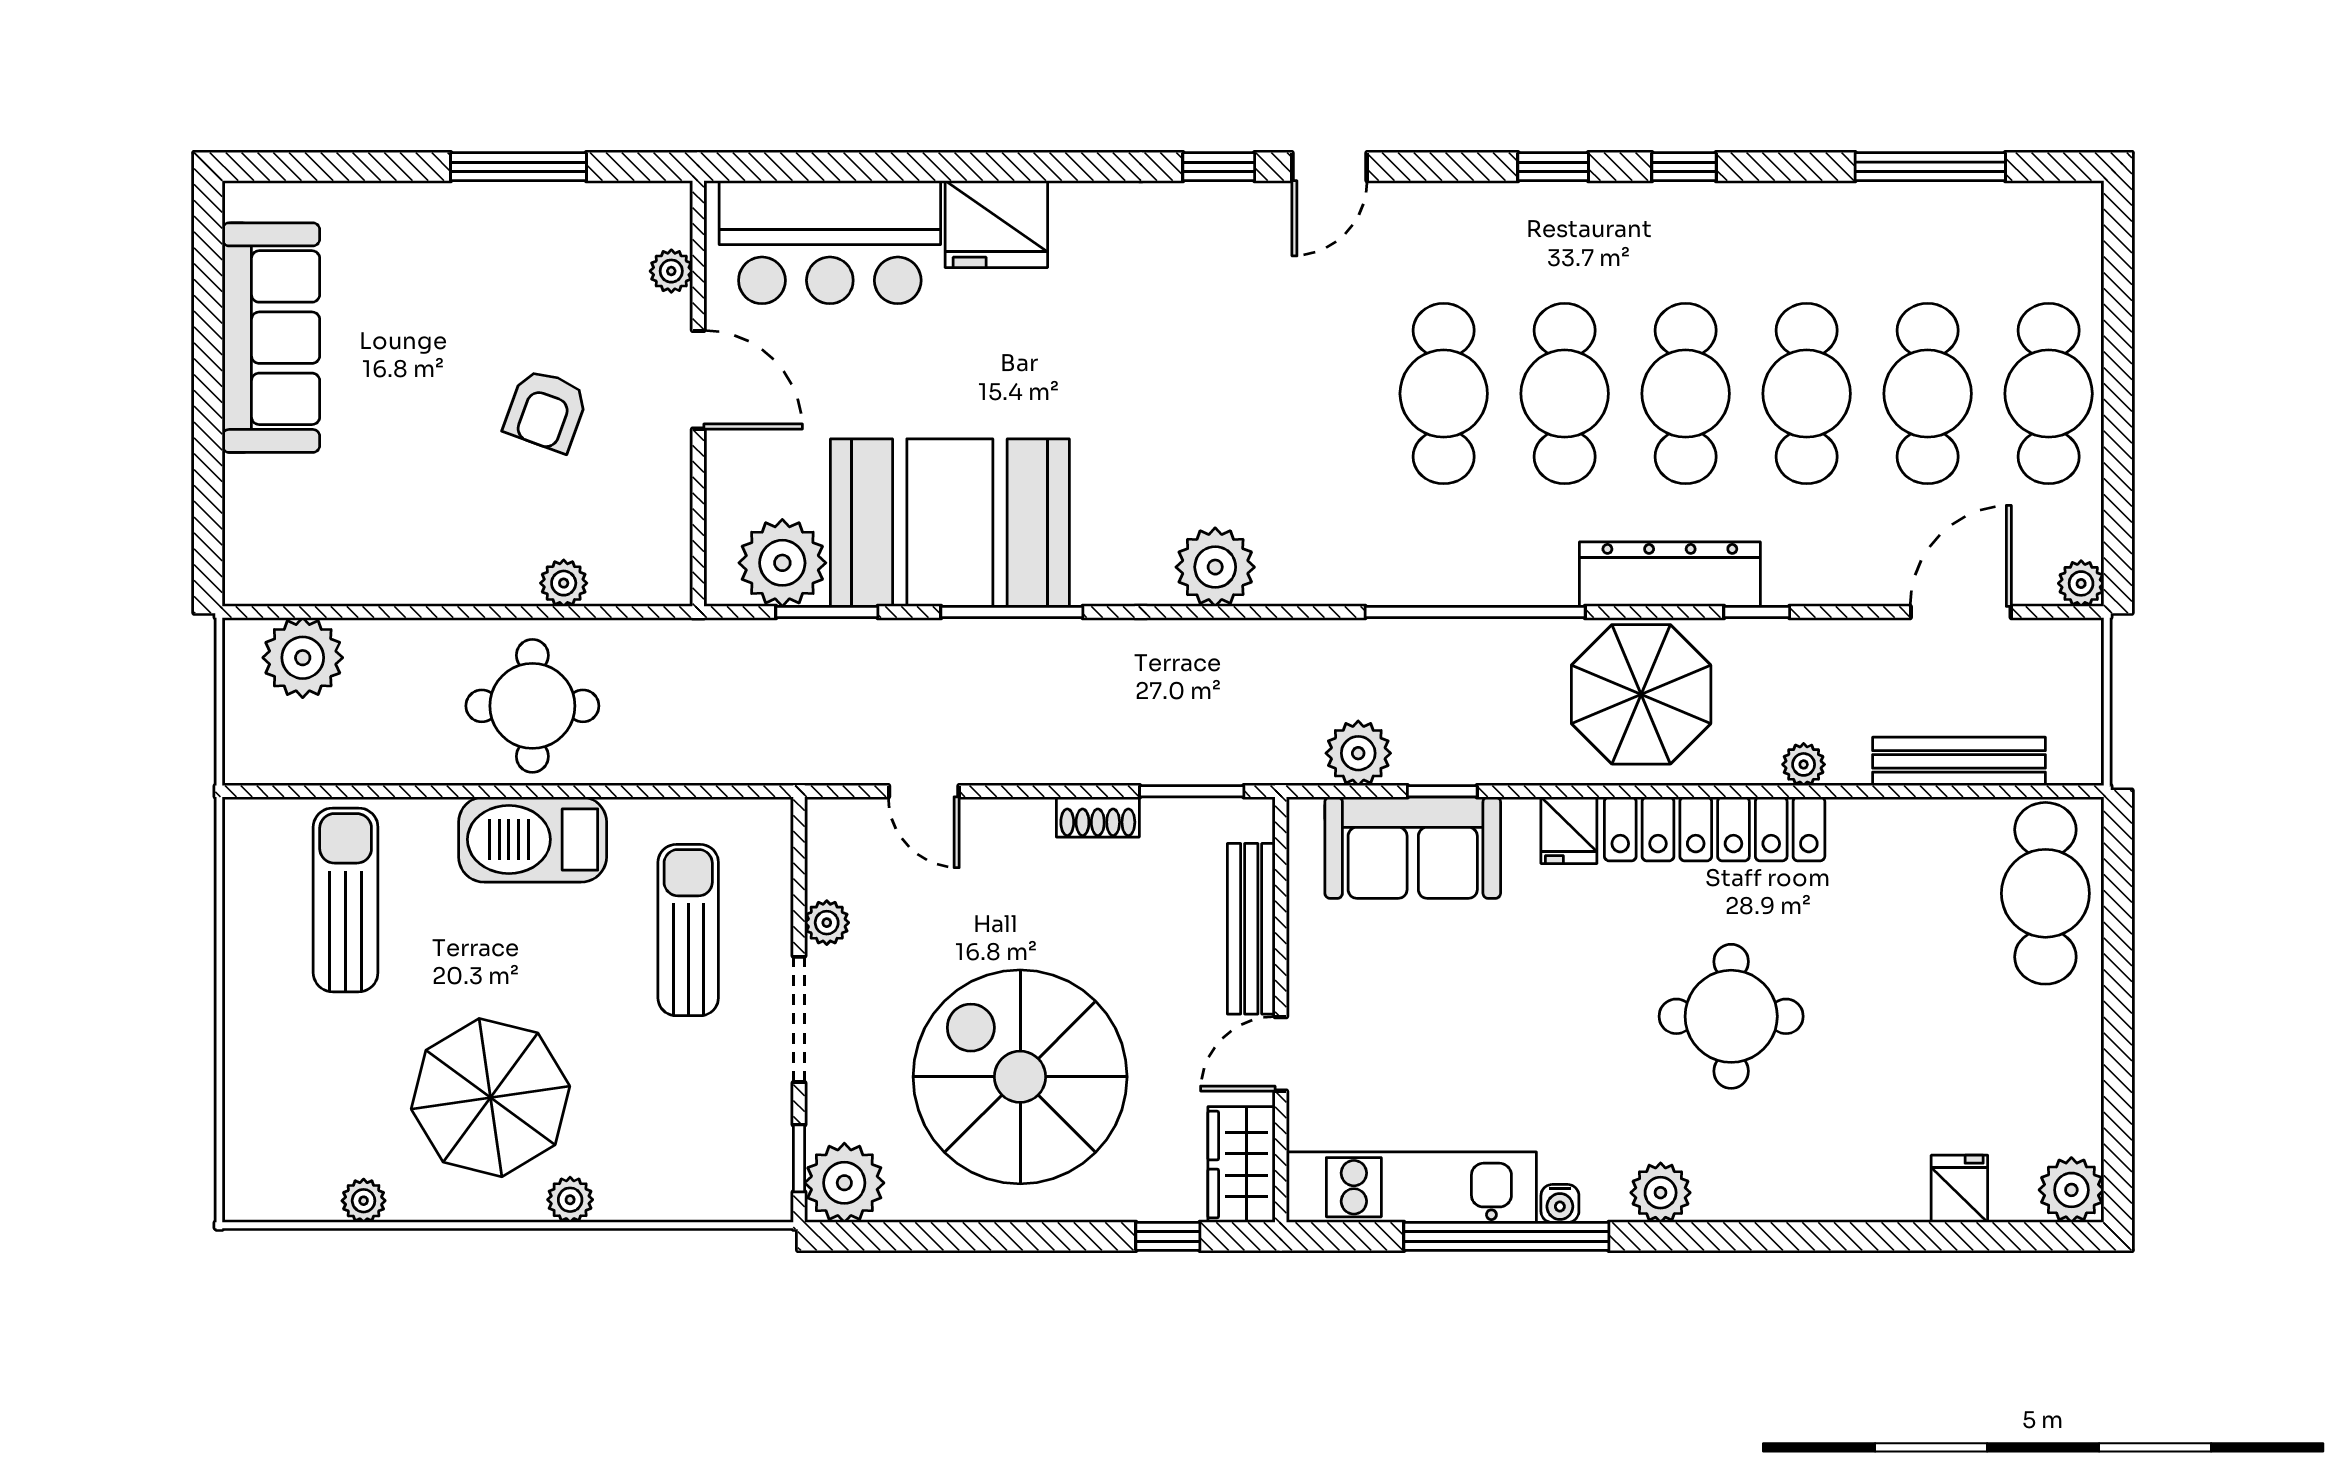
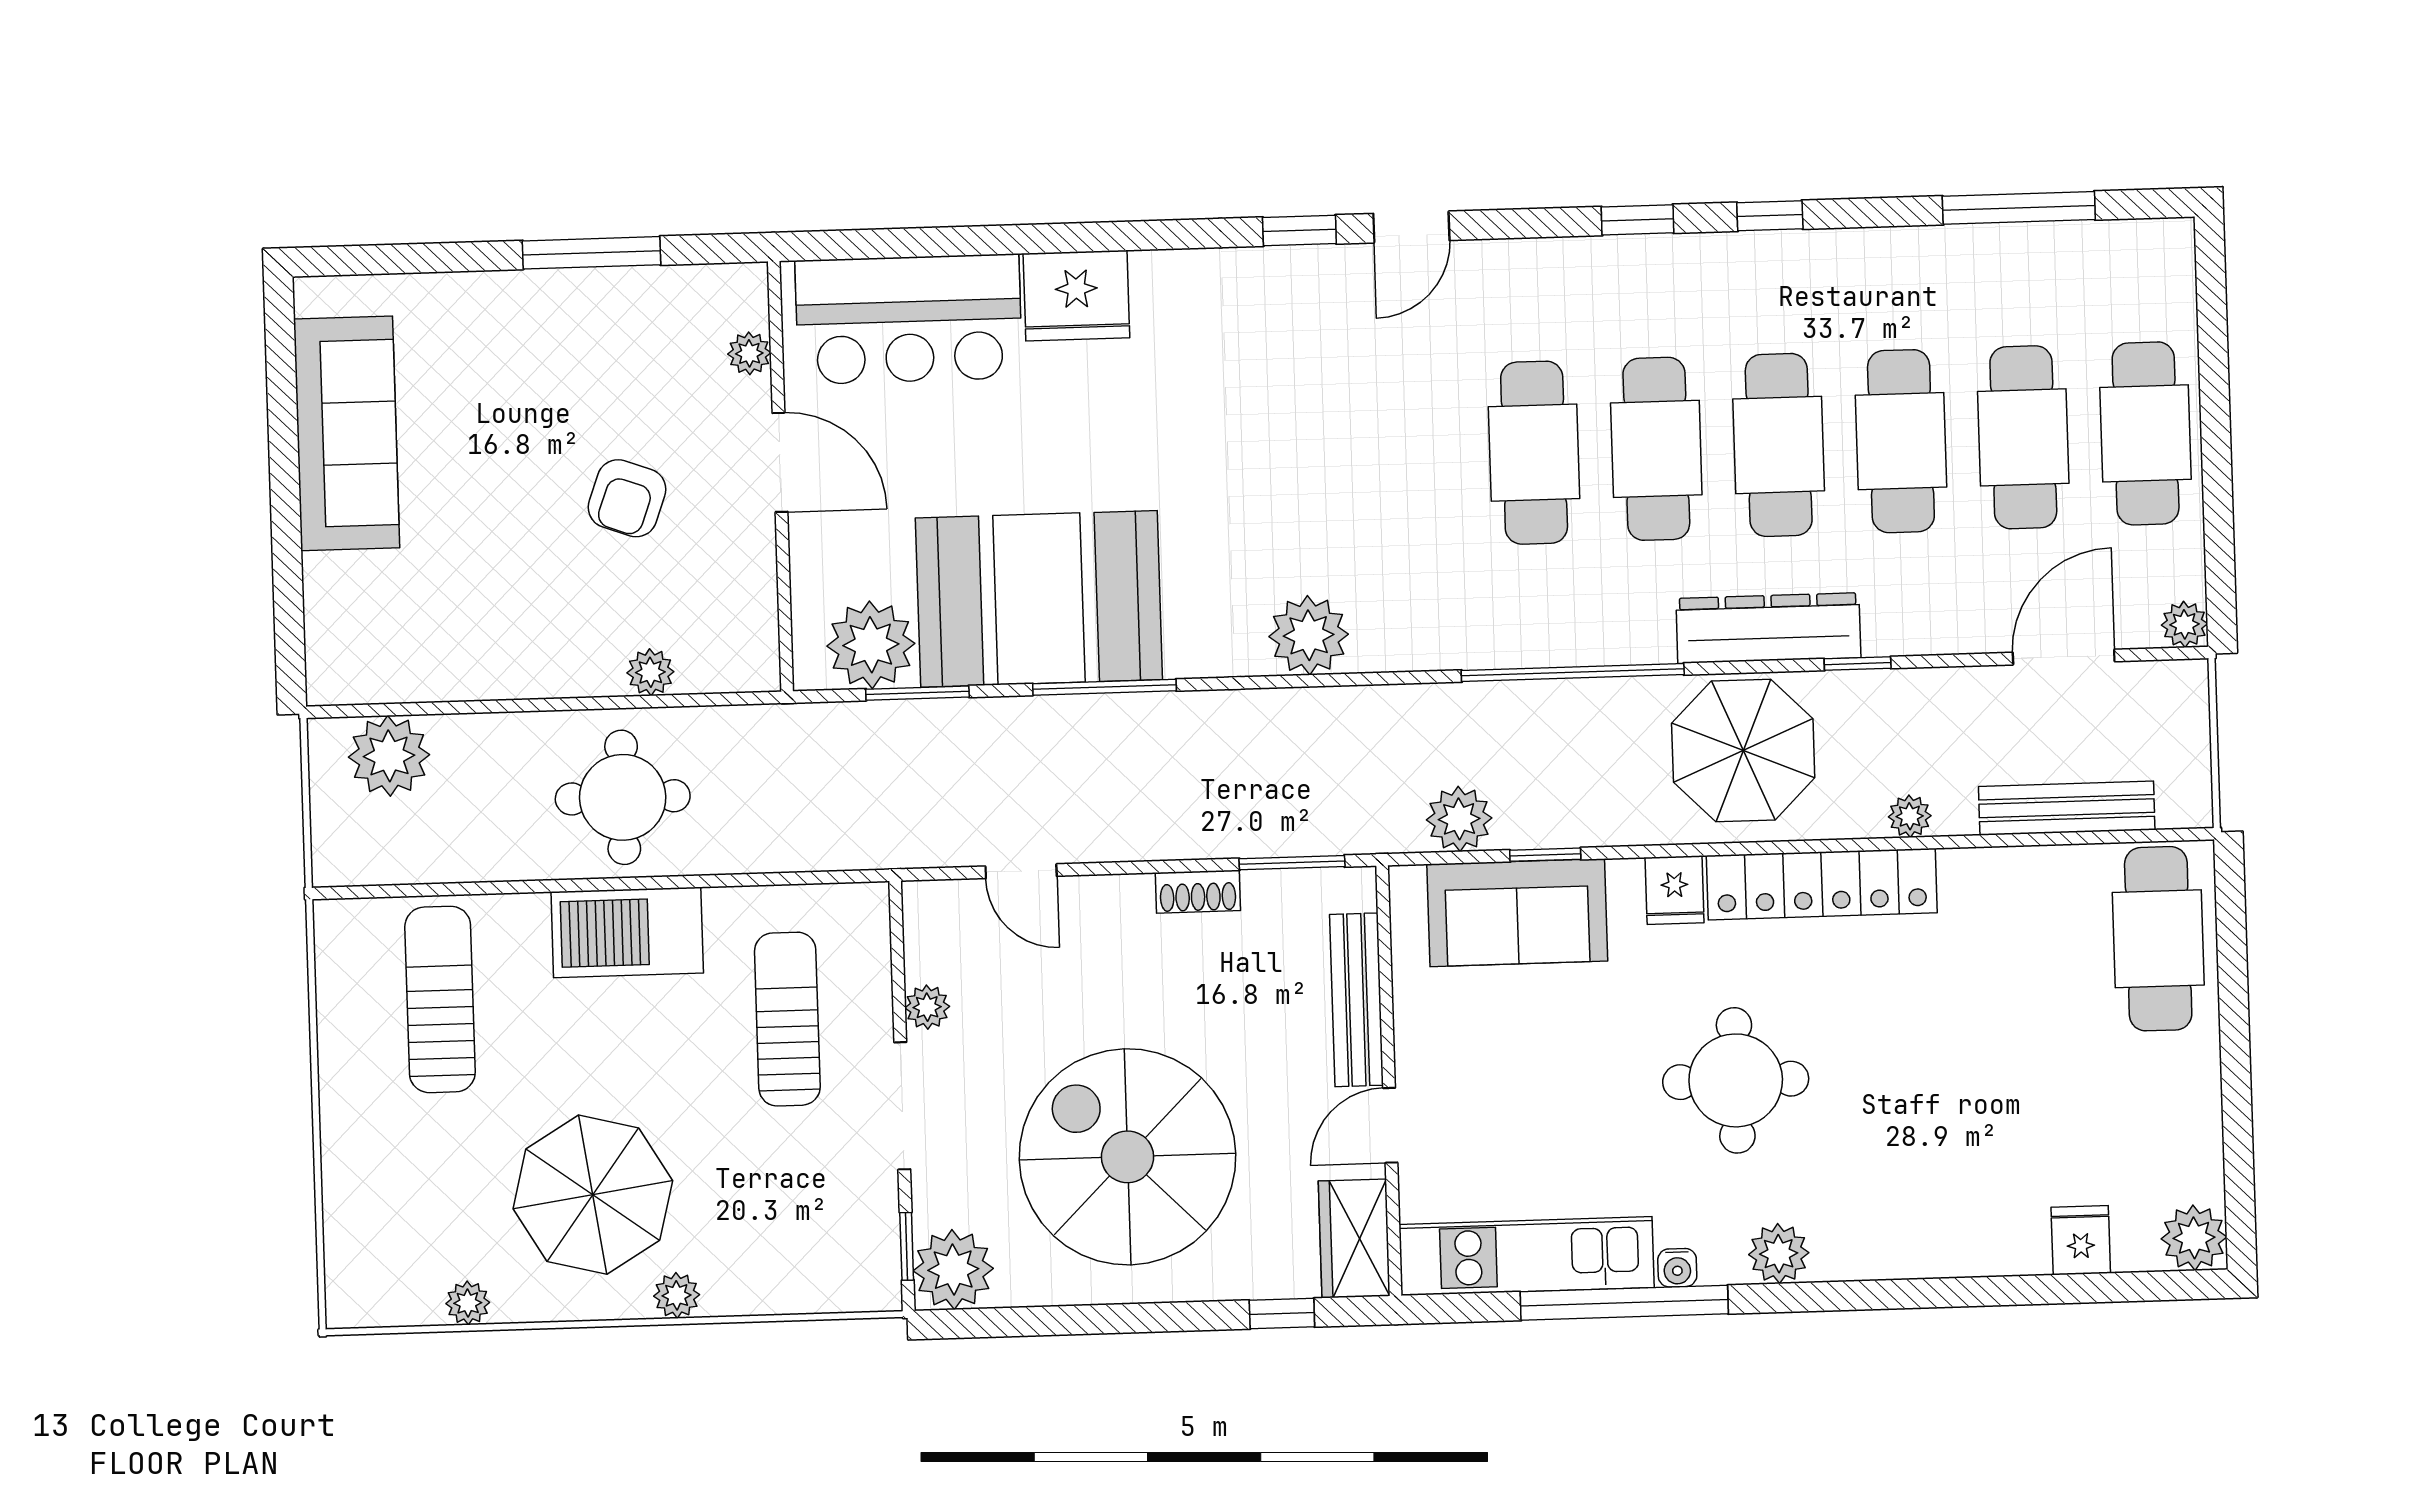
round table: (1731, 1016) -> (1736, 1080), moved

